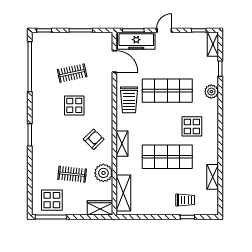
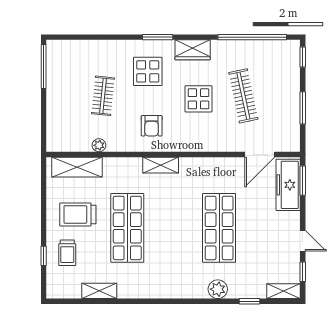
door: (164, 30) -> (303, 241), moved
clothes rail: (72, 73) -> (243, 96), width x1.36
trolley: (129, 100) -> (78, 214), moved
display table: (192, 126) -> (169, 262), removed
armchair: (94, 139) -> (152, 126), turned 45
shelving: (122, 144) -> (161, 165), moved
plant: (103, 173) -> (99, 145), width x0.53, depth x0.53
display table: (52, 200) -> (148, 71), moved
wardrobe: (100, 208) -> (193, 50), moved, turned 90

